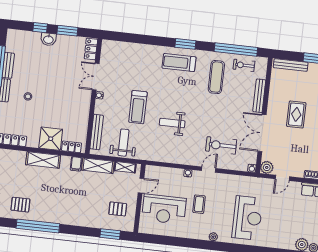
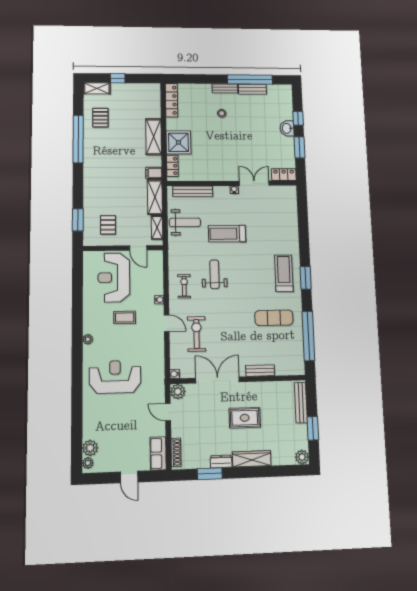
exercise bike: (244, 65) -> (184, 286), moved
bench: (259, 96) -> (260, 371), width x0.73
reception desk: (247, 218) -> (115, 377), turned 180

